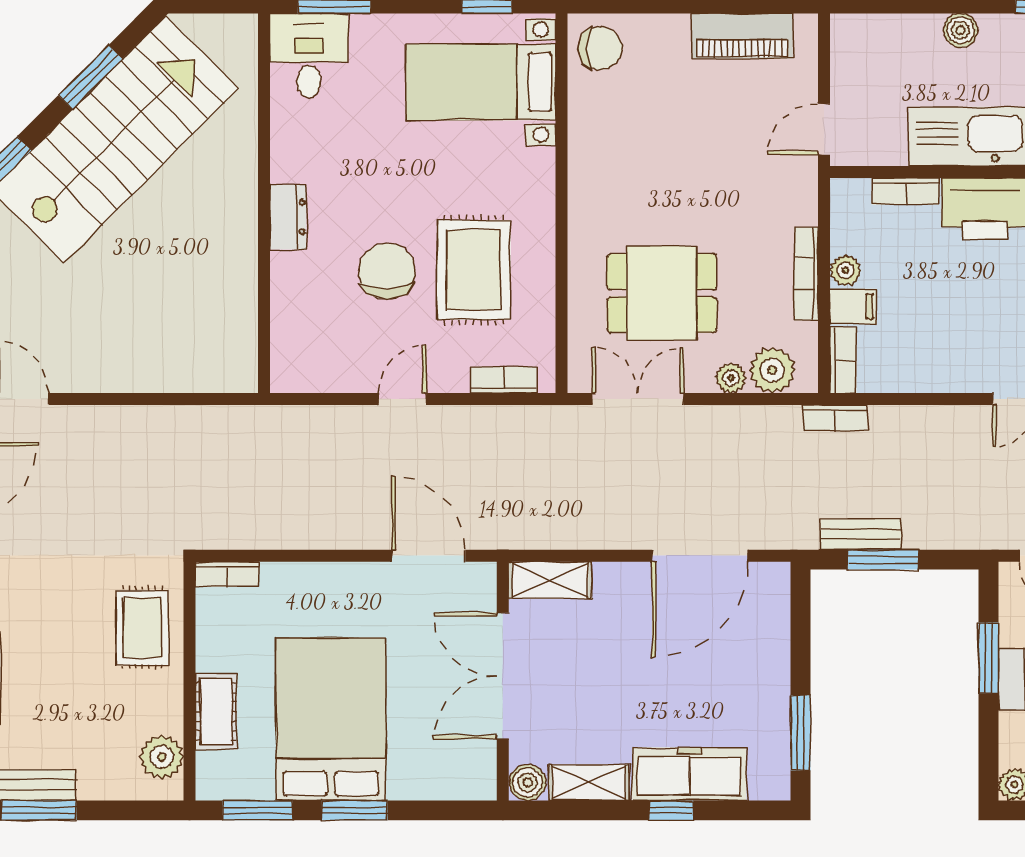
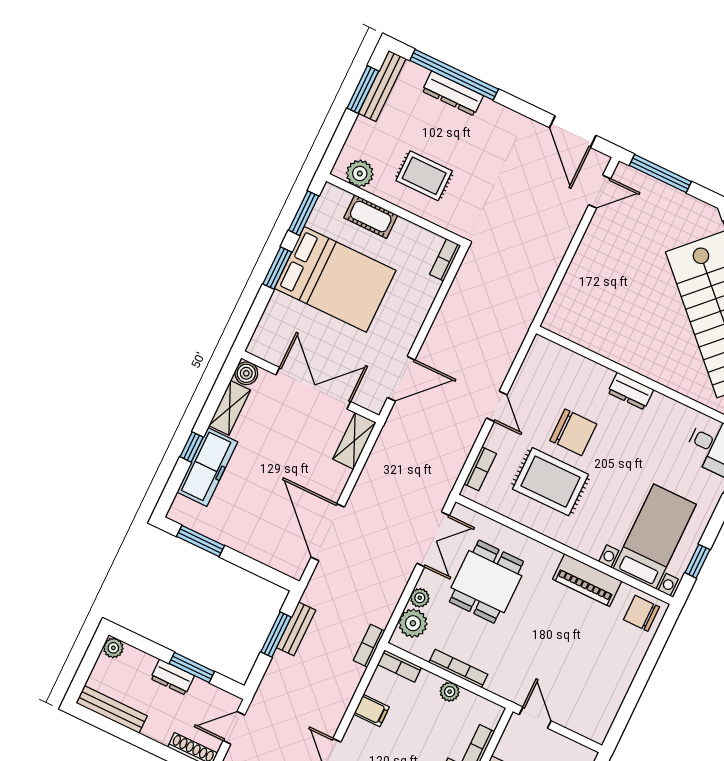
piano: (742, 36) -> (587, 580), moved, turned -90
chair: (600, 48) -> (641, 613), turned 90
filing cabinet: (853, 307) -> (371, 710), moved, turned -90
rug: (142, 628) -> (424, 176), moved

